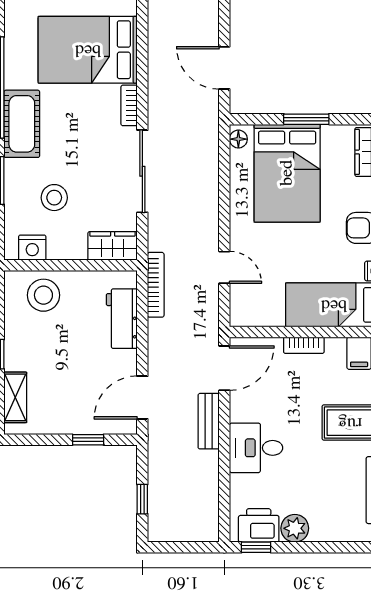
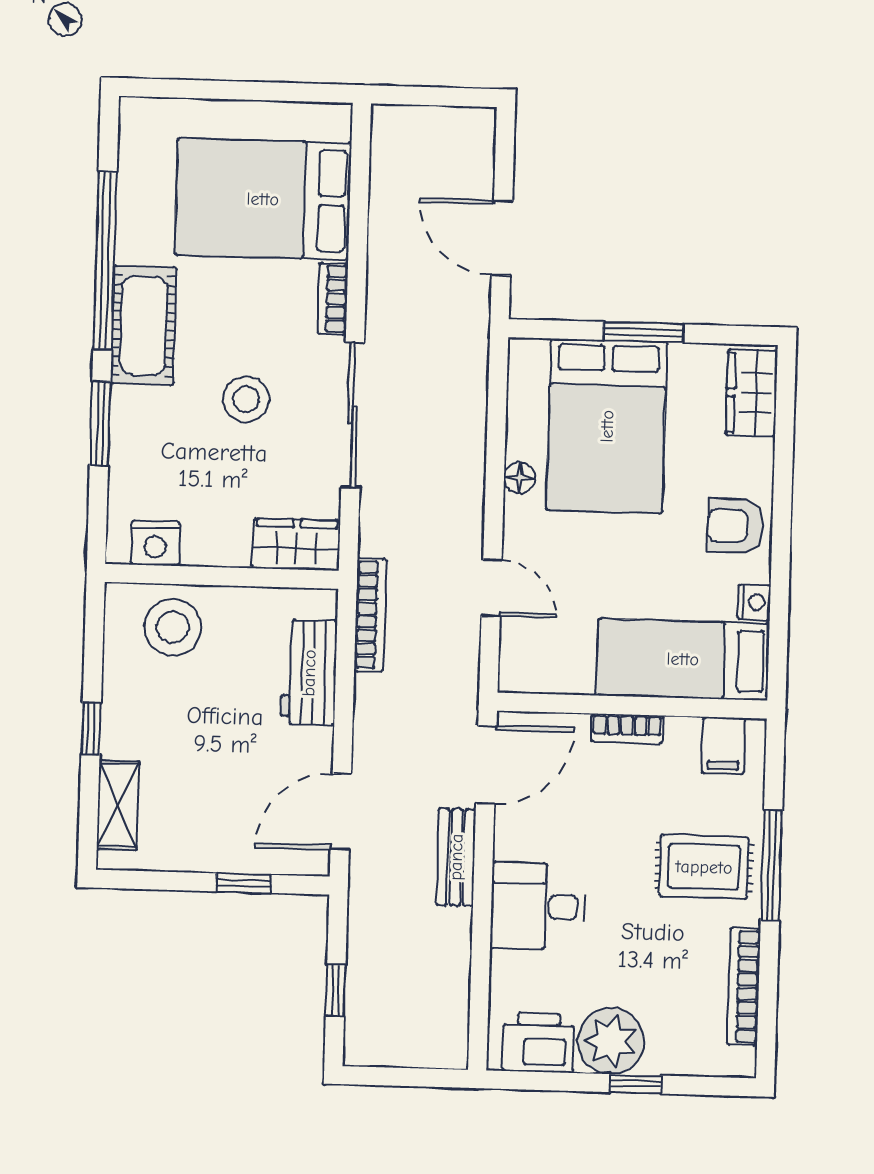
floor lamp: (238, 139) -> (520, 478), moved
stool: (54, 198) -> (246, 399), moved
plant: (295, 528) -> (611, 1041), width x1.36, depth x1.36
window: (256, 547) -> (636, 1084), moved

